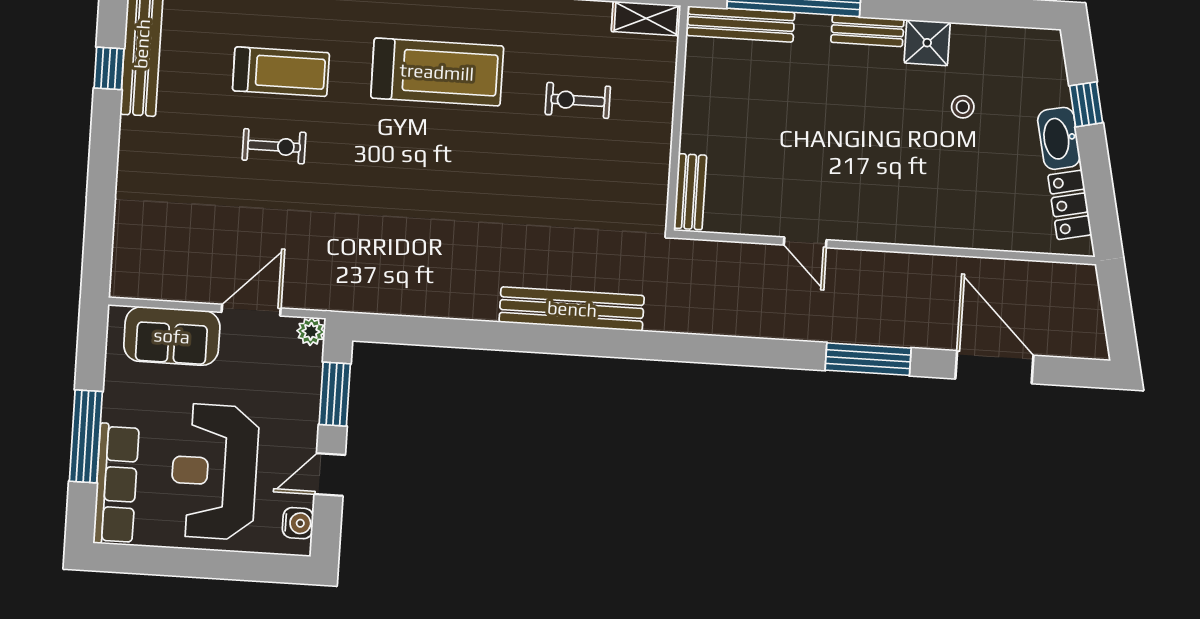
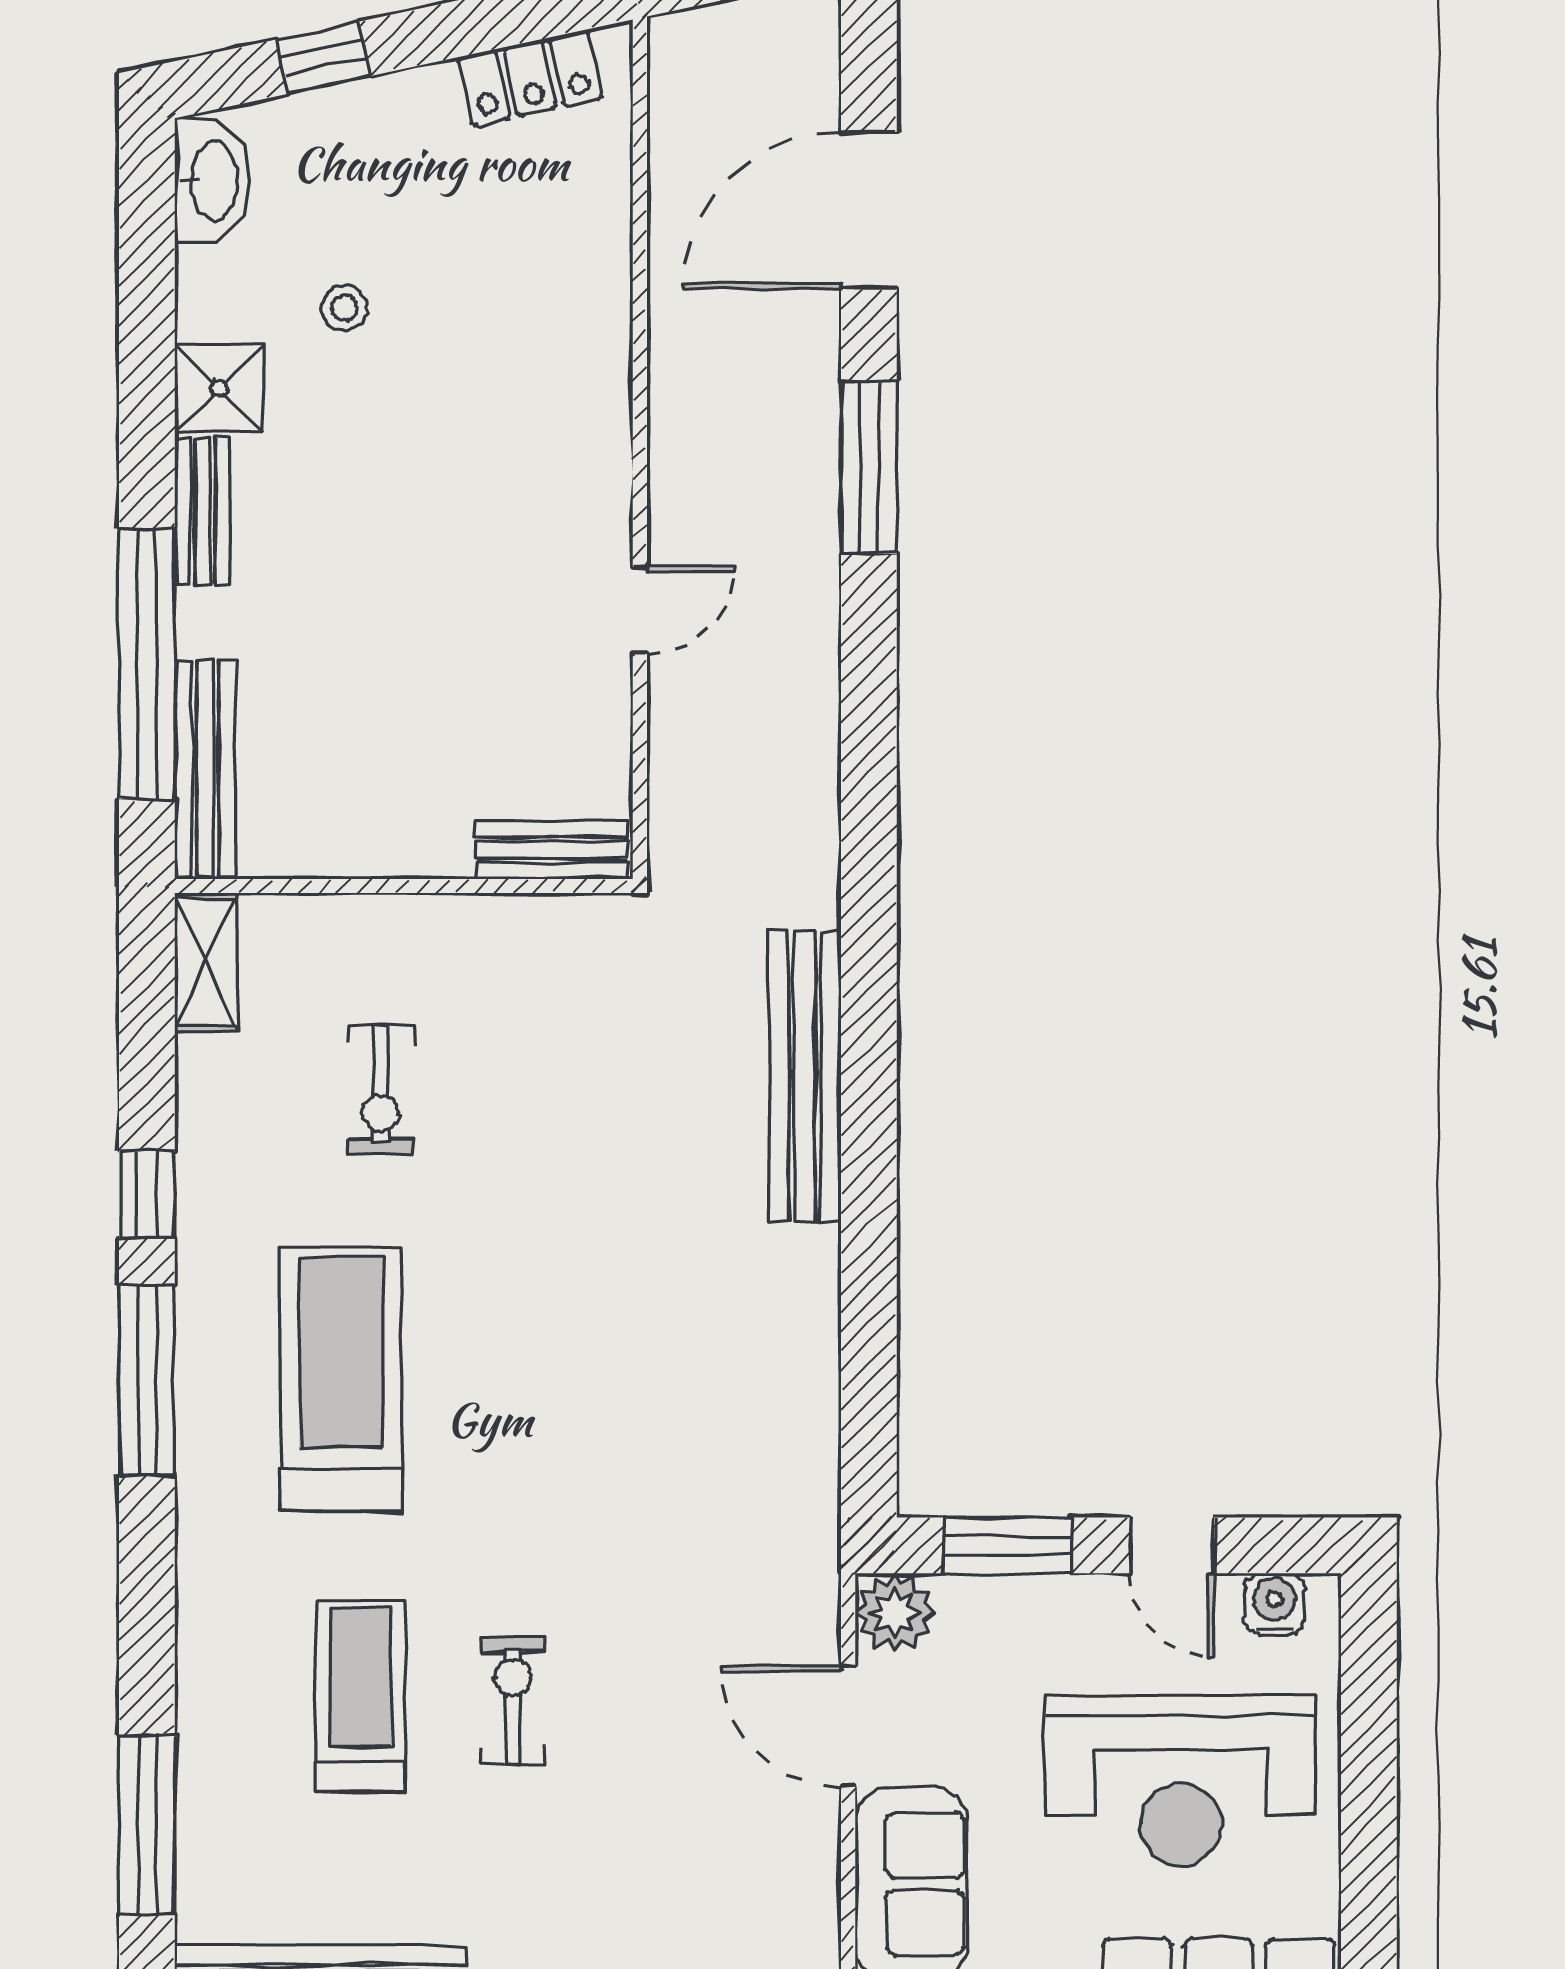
washbasin: (1059, 138) -> (212, 181), moved, turned -78
plant: (311, 331) -> (895, 1613), width x1.38, depth x1.38

